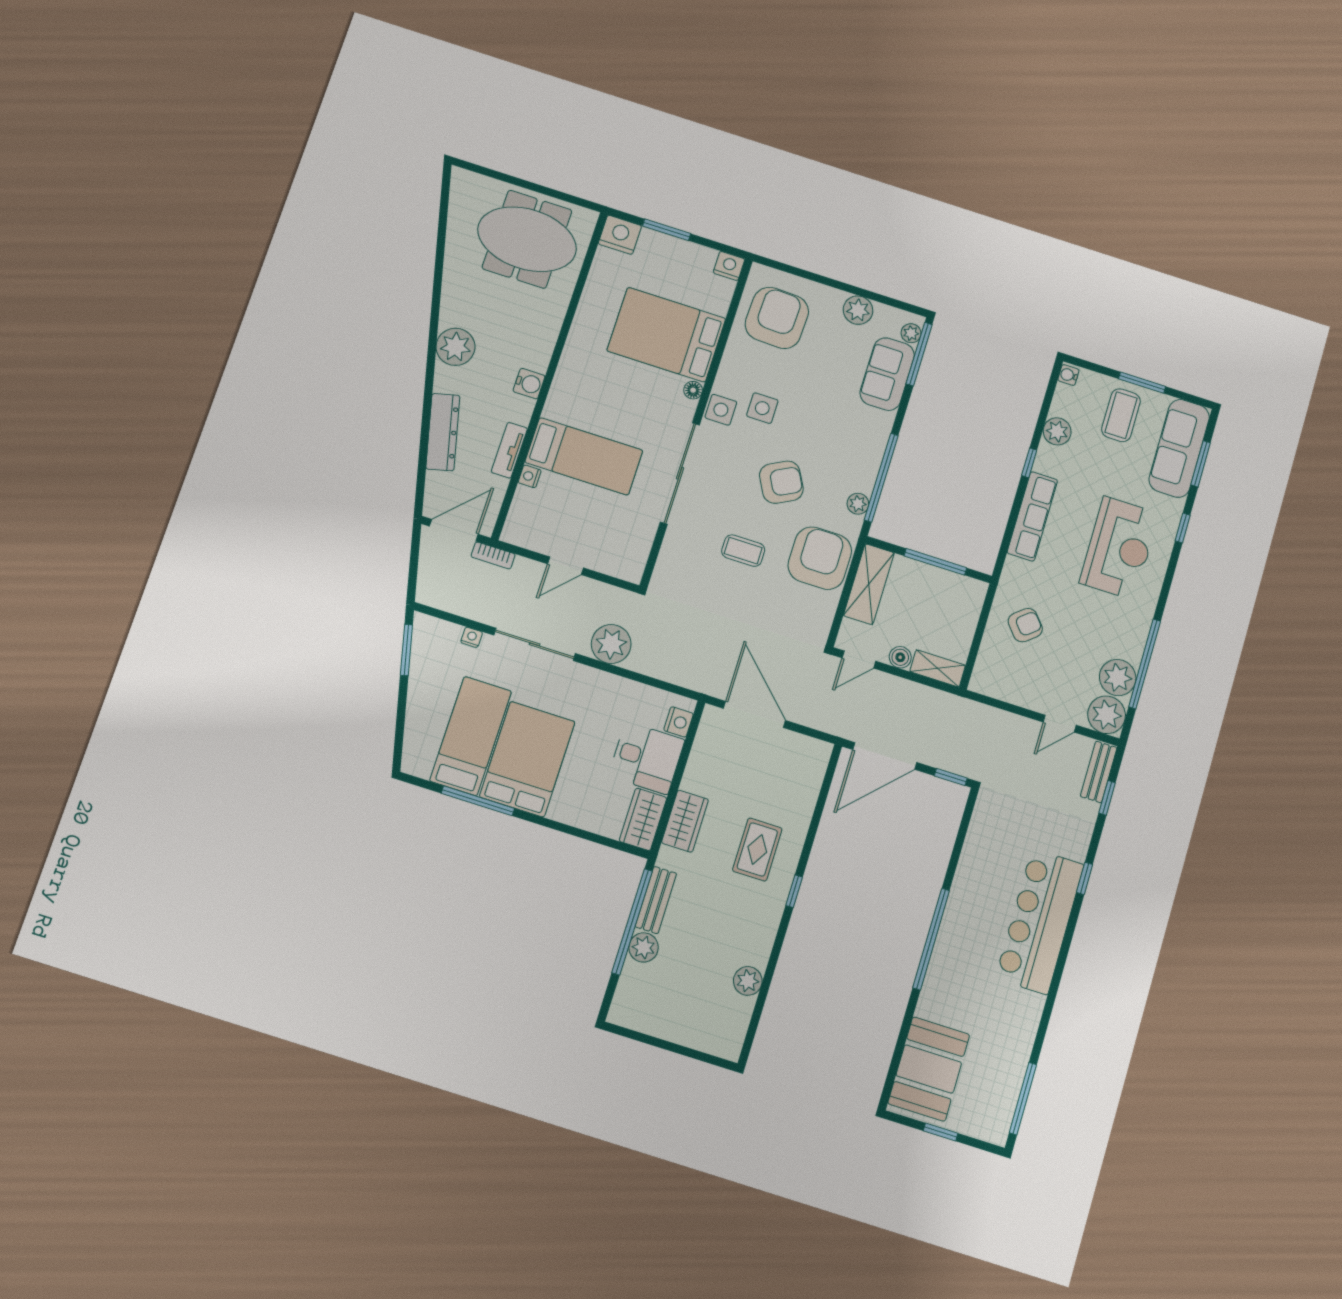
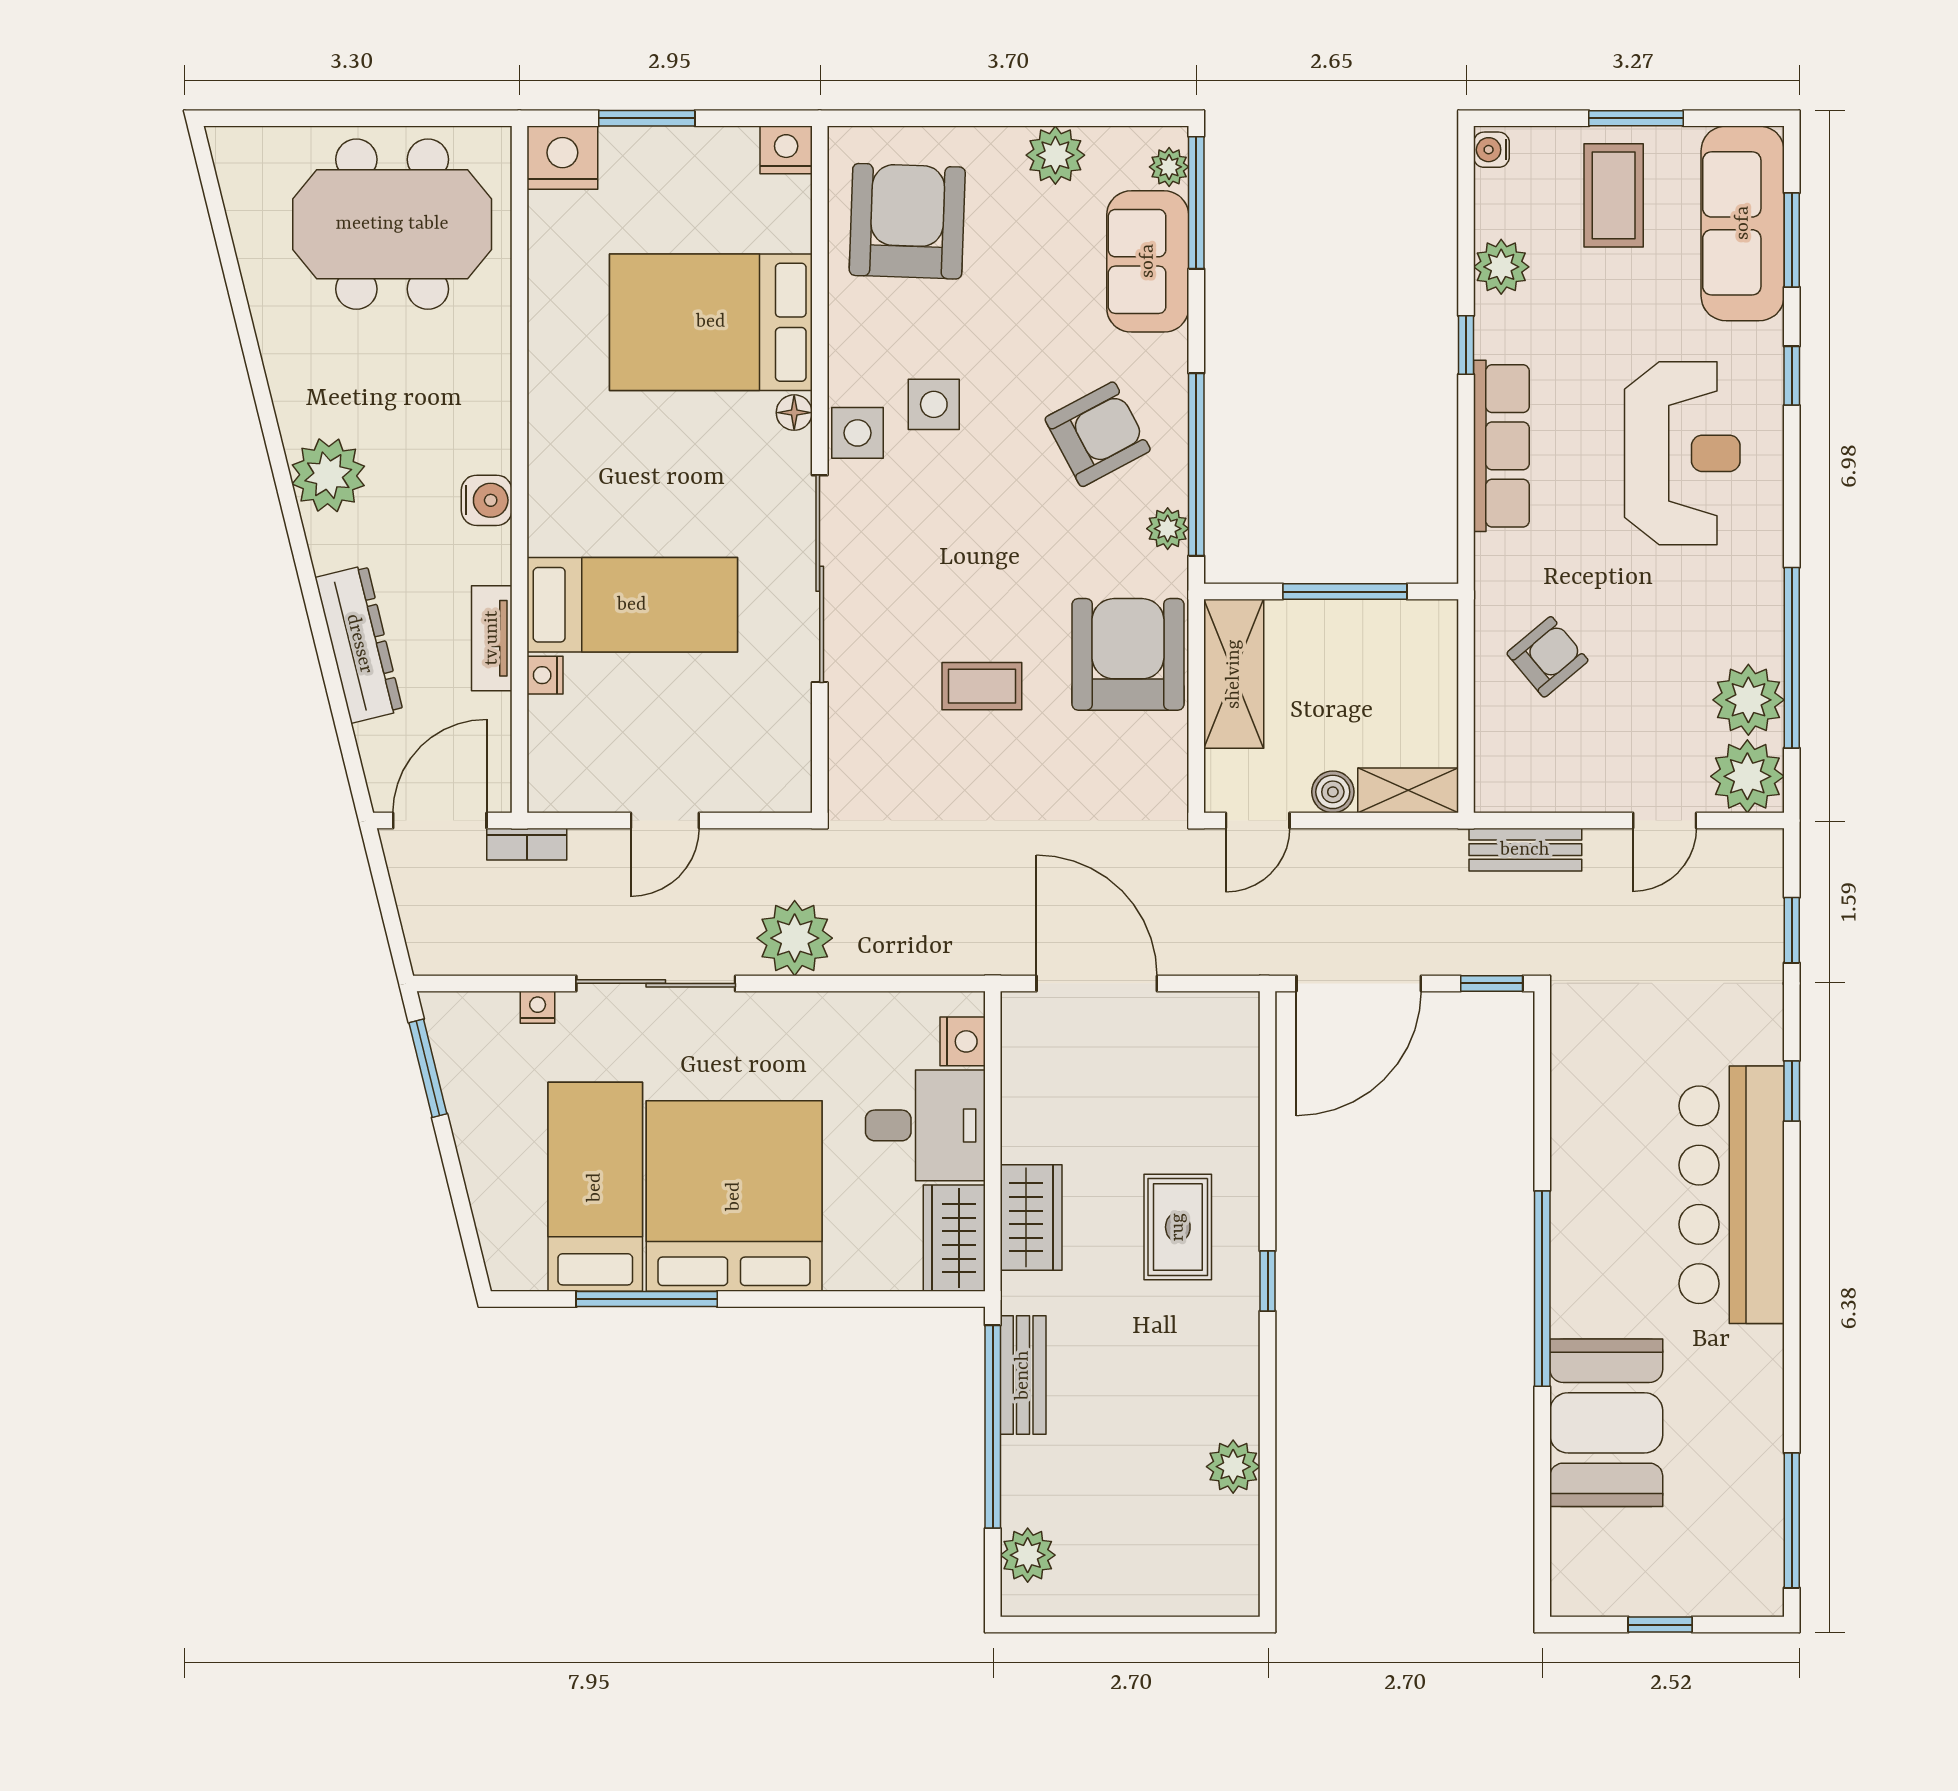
armchair: (781, 482) -> (1098, 434), moved
bed: (527, 759) -> (734, 1196), width x1.36
bench: (1099, 772) -> (1525, 850), moved, turned 90
plant: (644, 947) -> (1028, 1555), moved
booth: (929, 1069) -> (1606, 1423), moved

